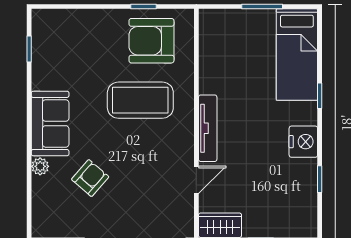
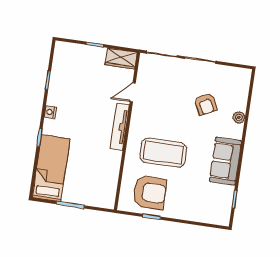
sofa: (50, 123) -> (225, 161), moved
nightstand: (303, 142) -> (50, 112), width x0.53, depth x0.56
armchair: (90, 178) -> (206, 104), turned -68

